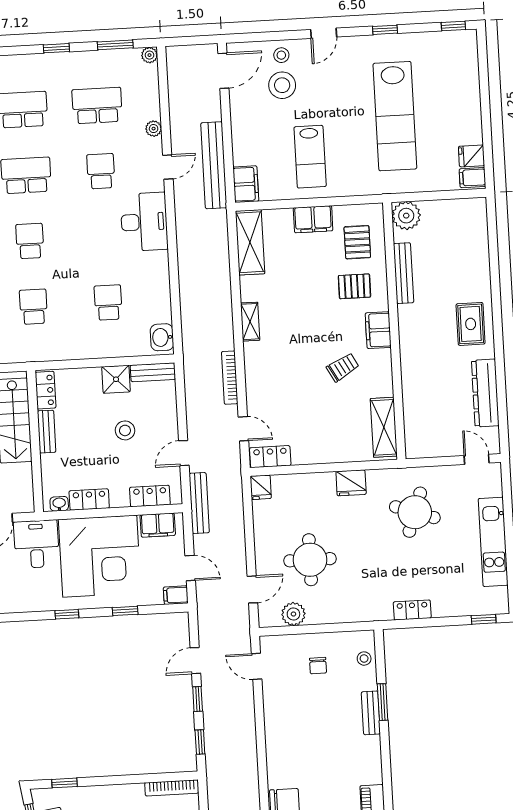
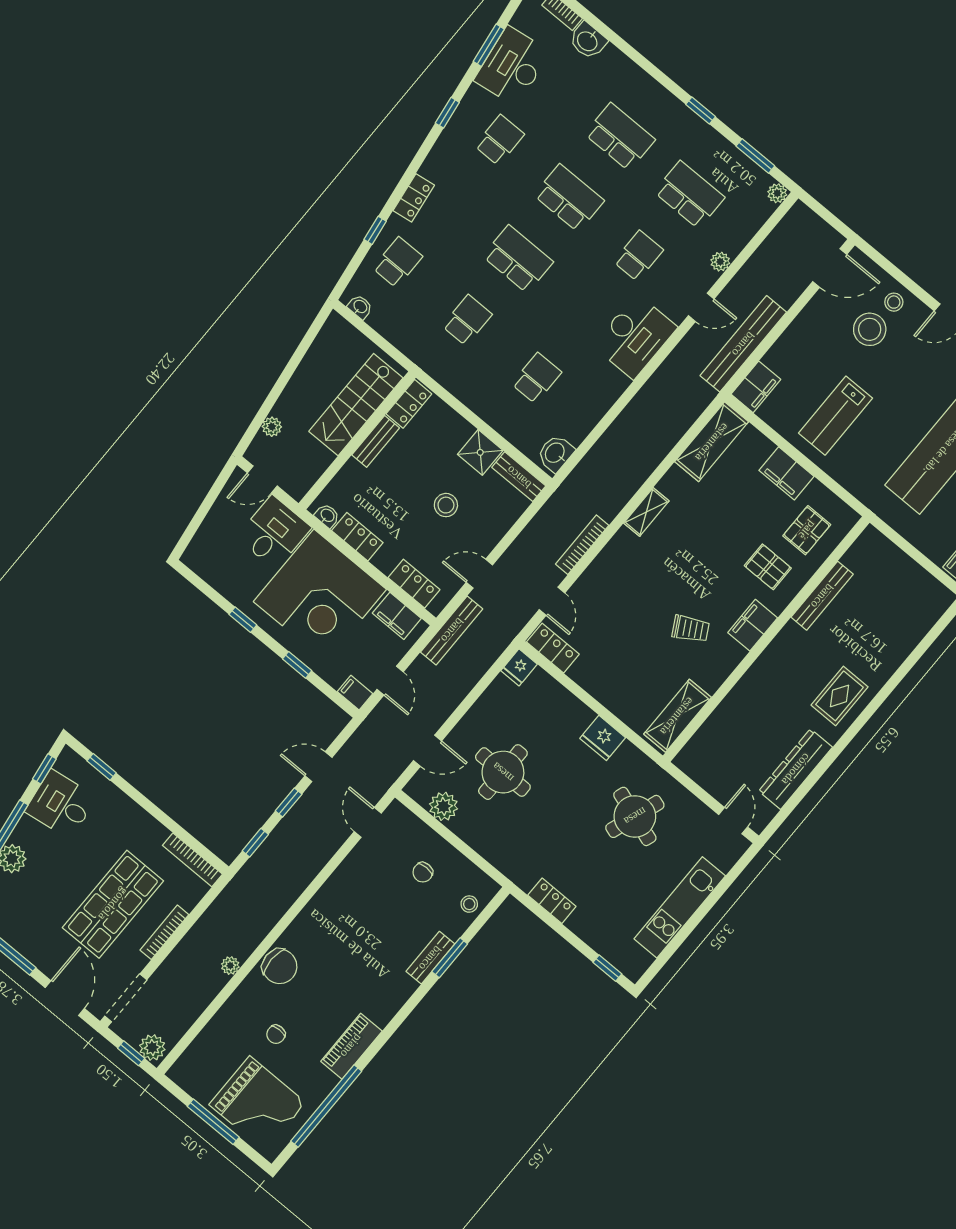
plant: (406, 216) -> (872, 547), removed
school desk: (30, 241) -> (518, 259), width x1.85

